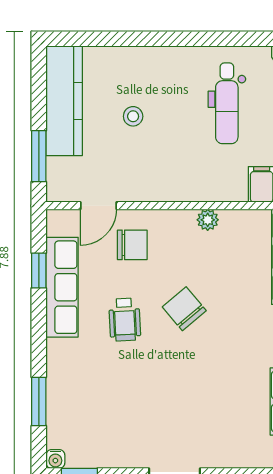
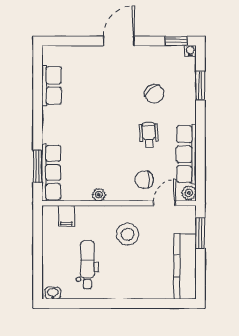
stool: (133, 116) -> (128, 234), moved, width x1.89, depth x1.89
plant: (58, 223) -> (189, 193), added
window: (39, 271) -> (200, 164), removed
chair: (184, 309) -> (154, 94), moved

